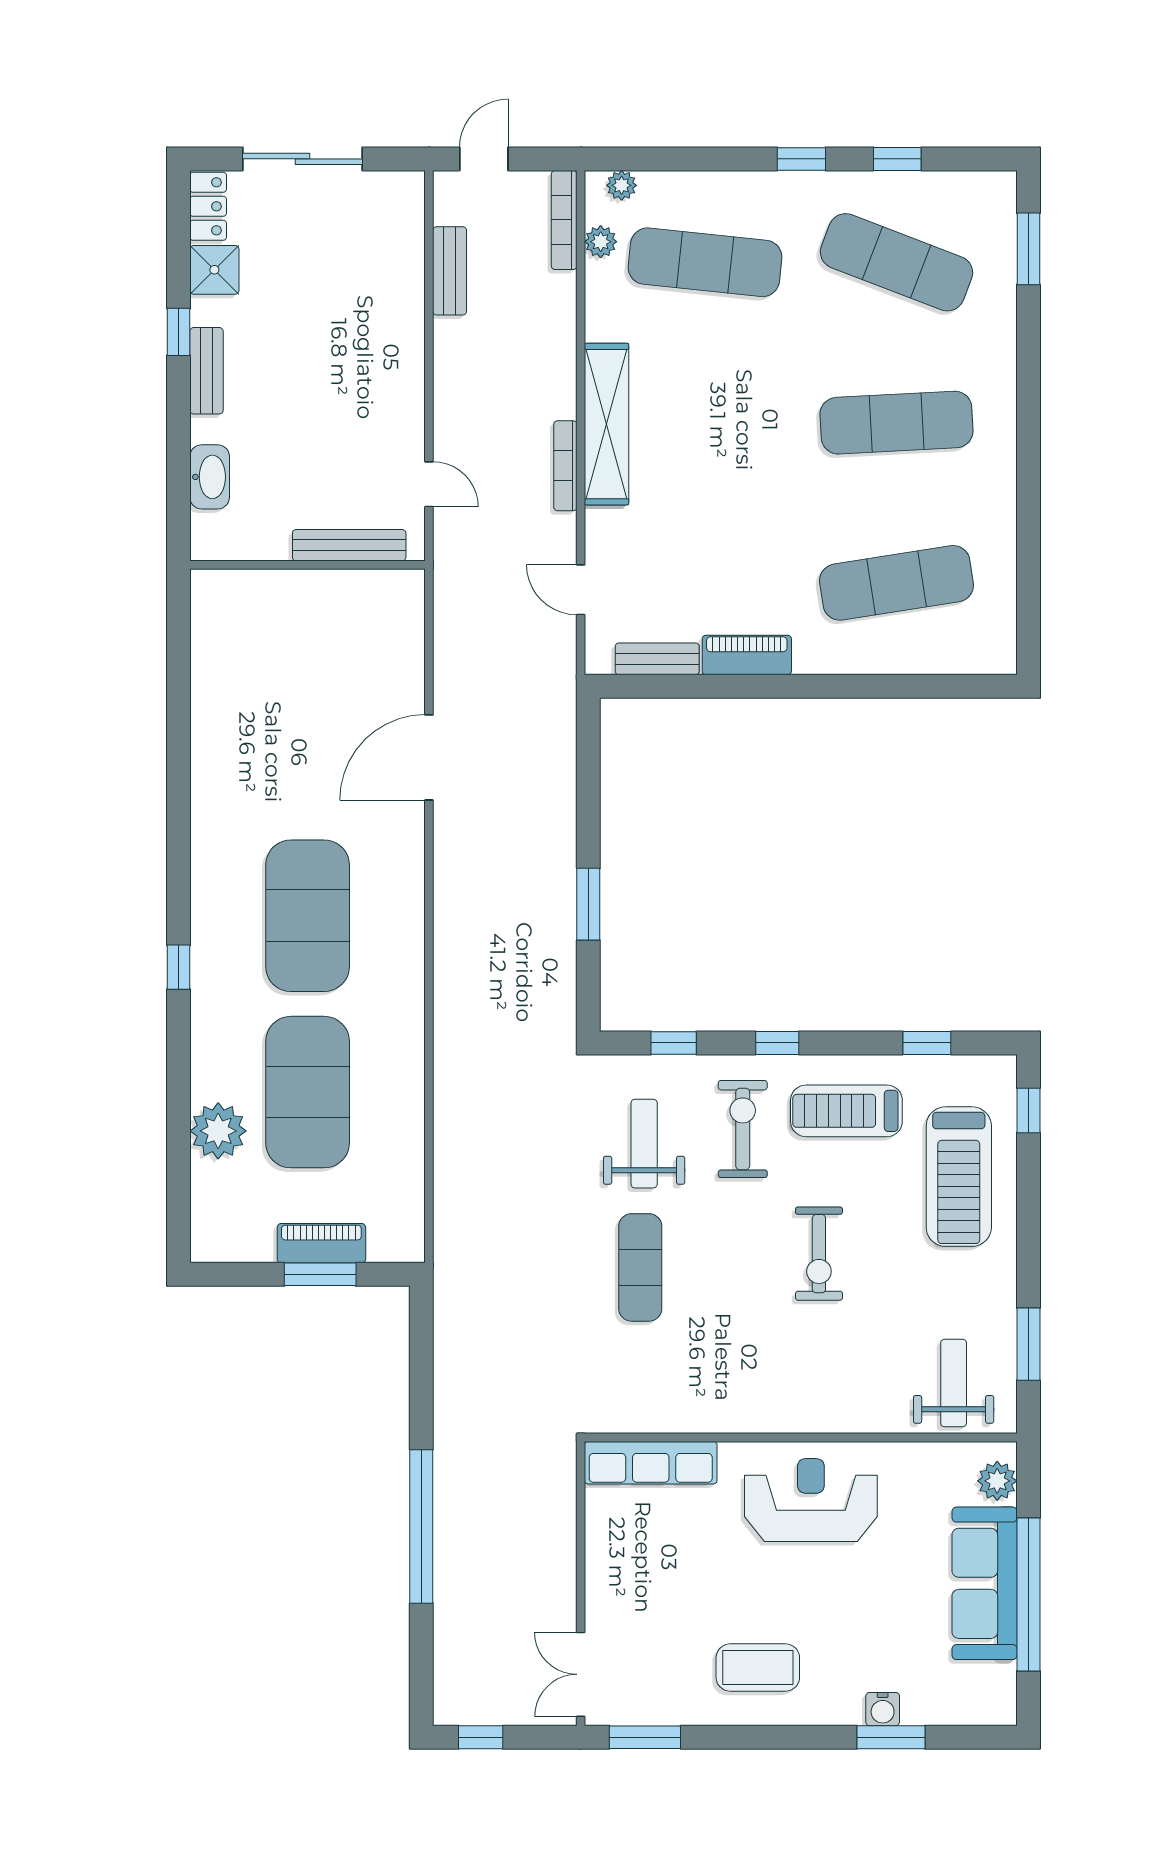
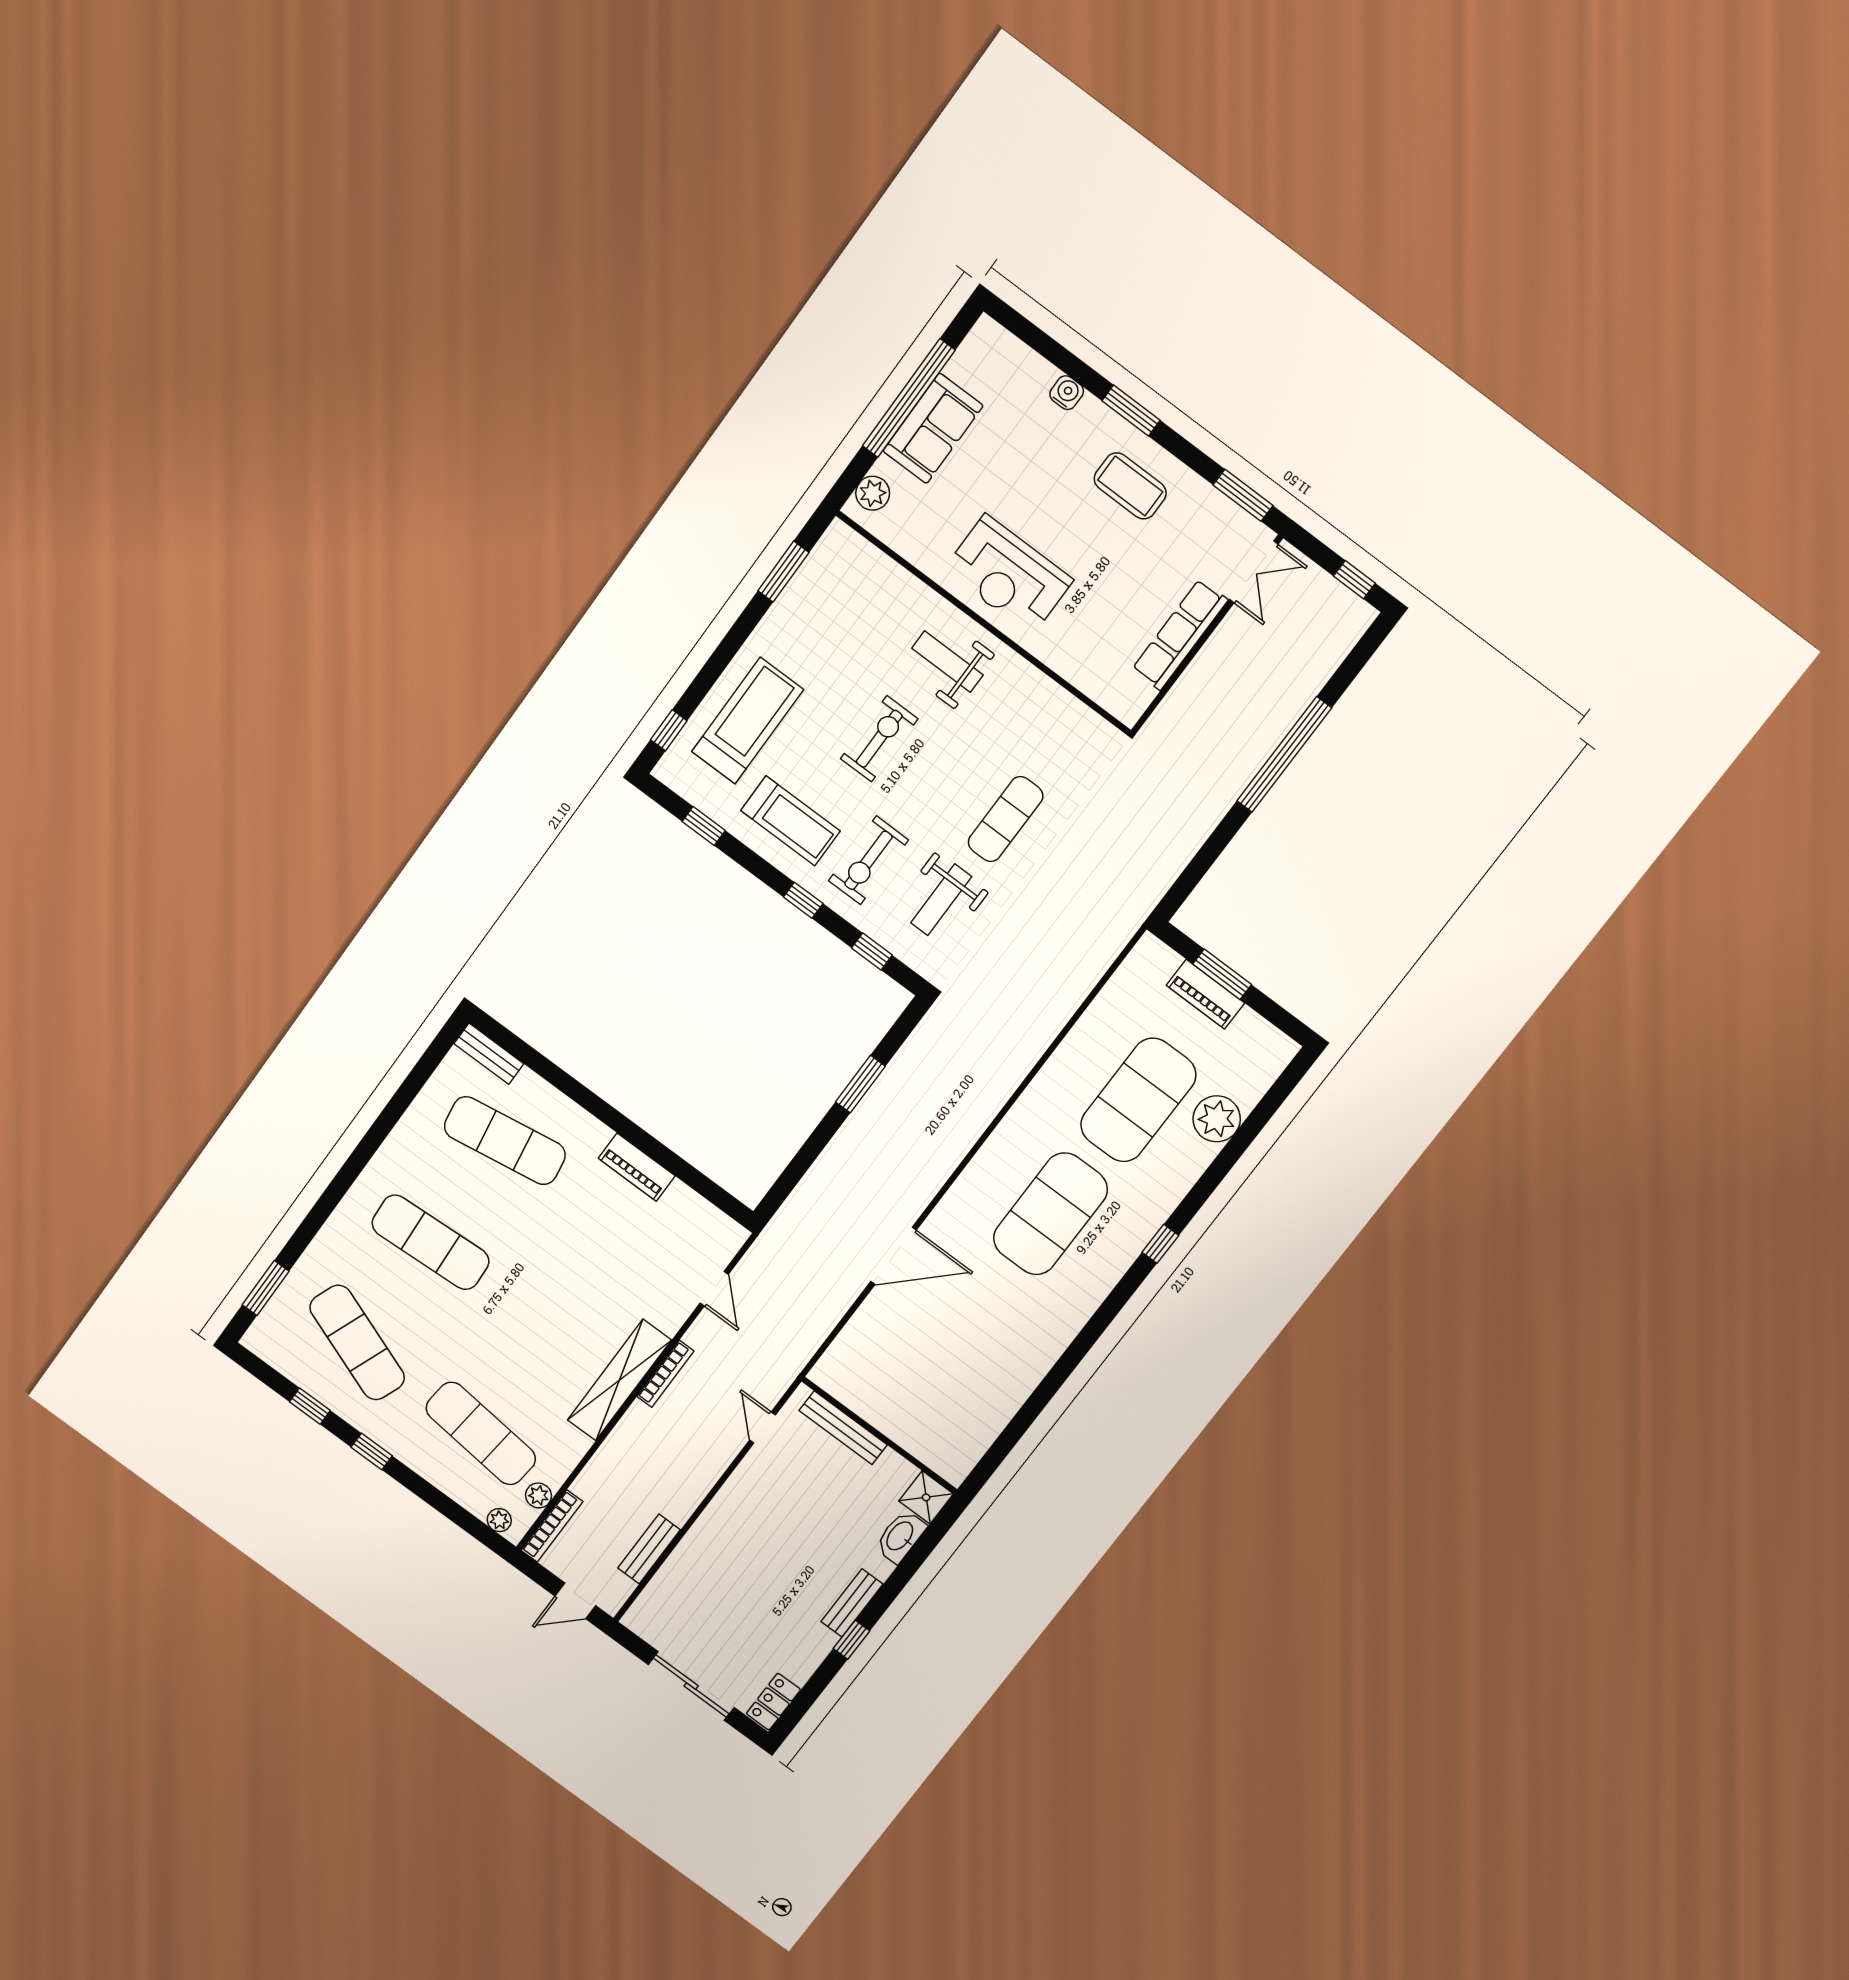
shower: (214, 270) -> (926, 1497), moved
bench: (657, 659) -> (489, 1054), moved
weight bench: (954, 1383) -> (947, 662), moved, turned 90
row of seats: (651, 1463) -> (1180, 635), moved, turned -90
sofa: (985, 1583) -> (933, 428), width x0.73
window: (891, 1737) -> (1131, 411), moved

